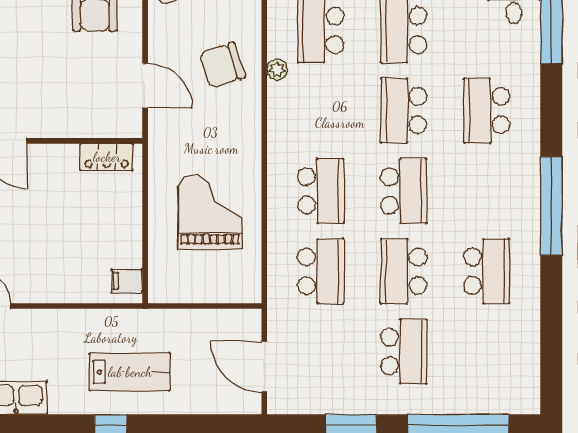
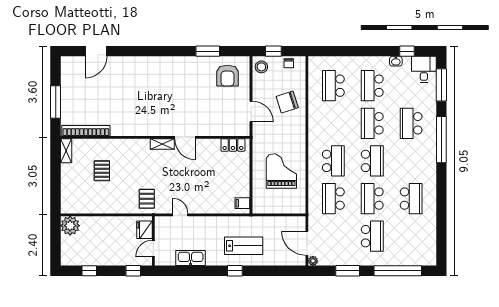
plant: (277, 69) -> (313, 261), moved
window: (551, 206) -> (441, 140), moved
school desk: (321, 271) -> (333, 199), turned 180

